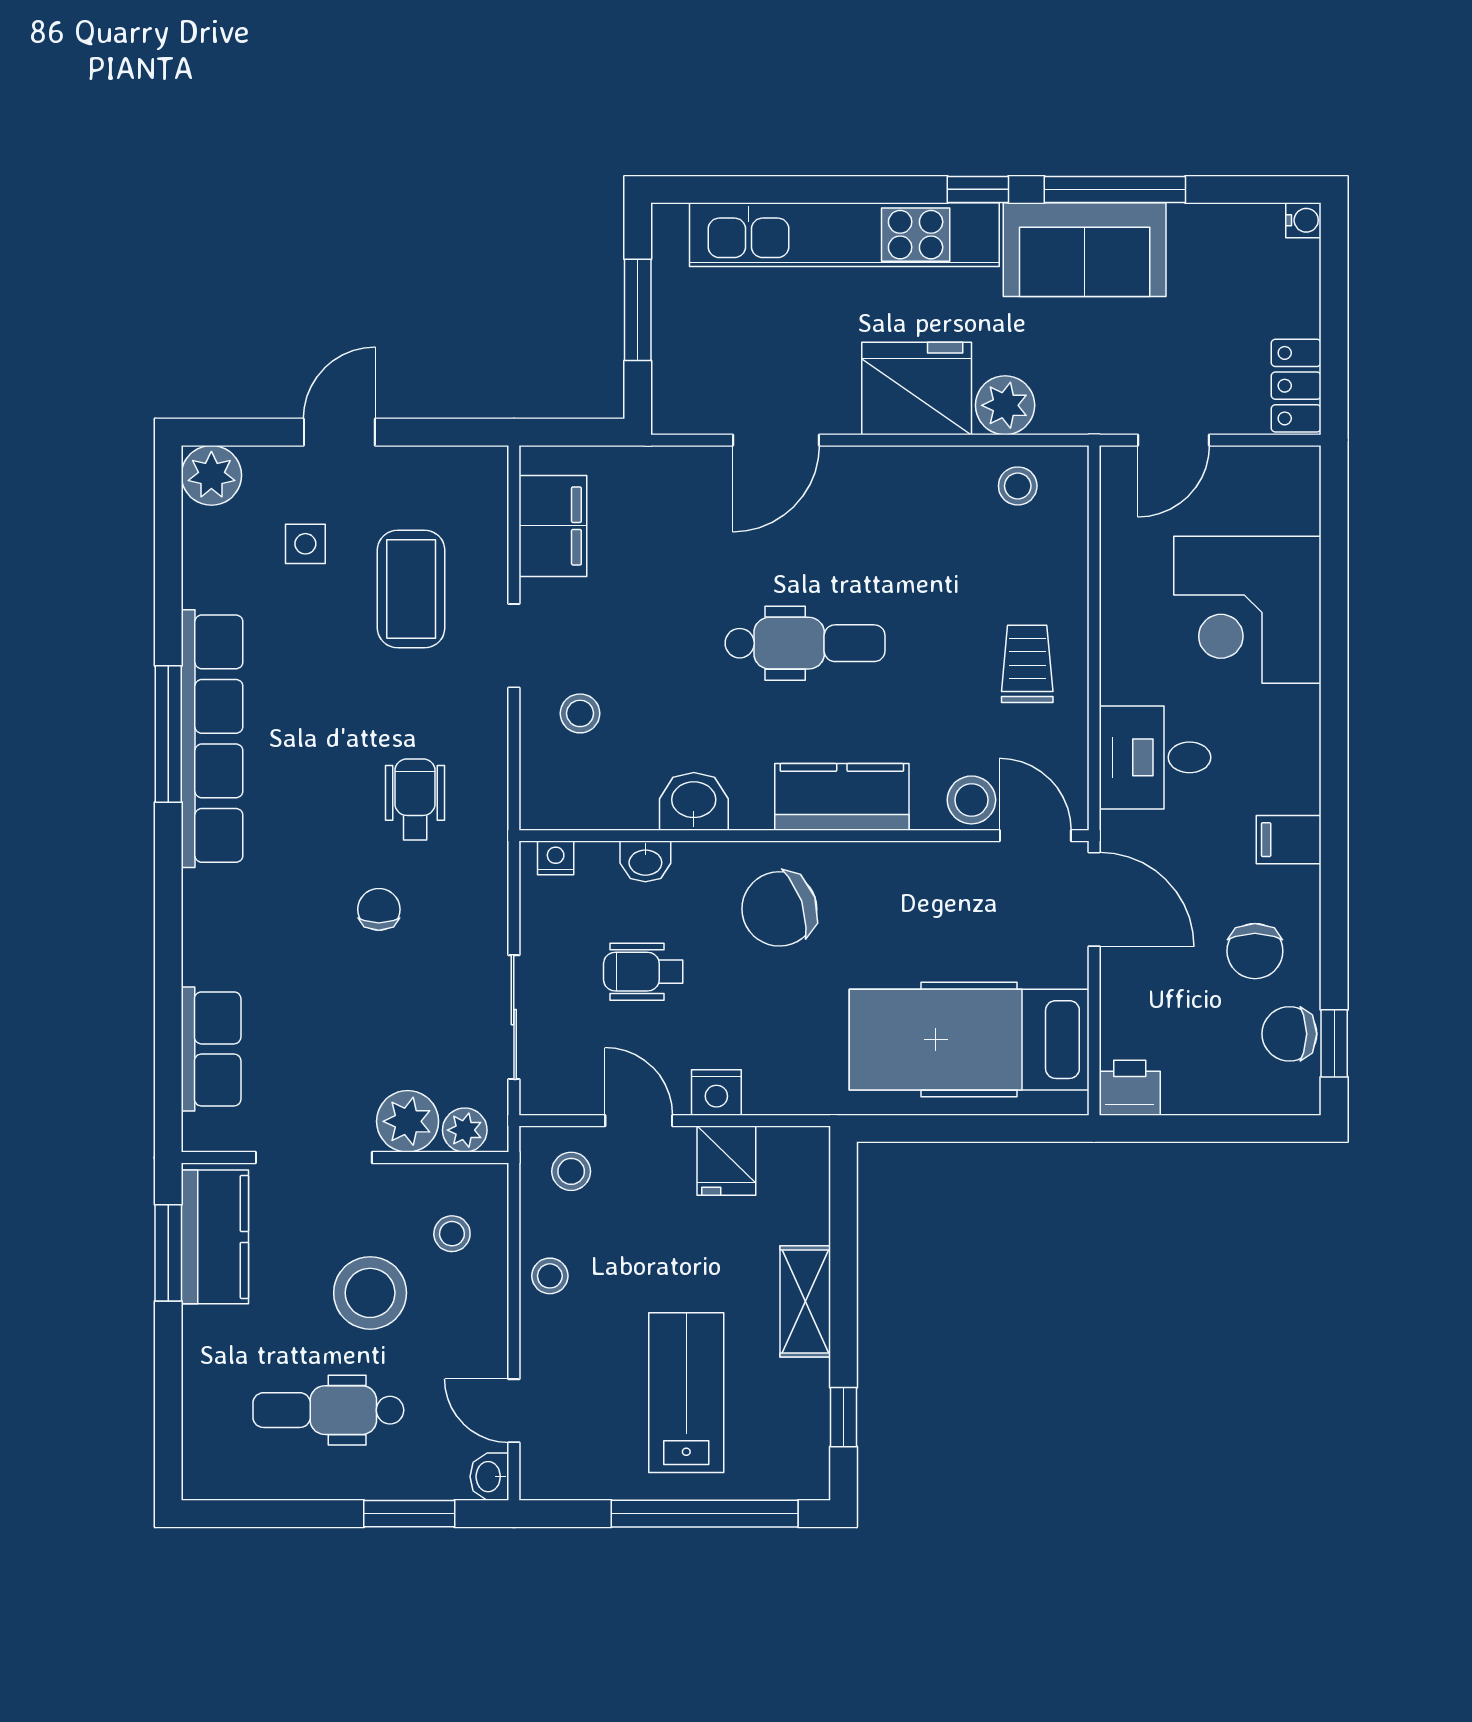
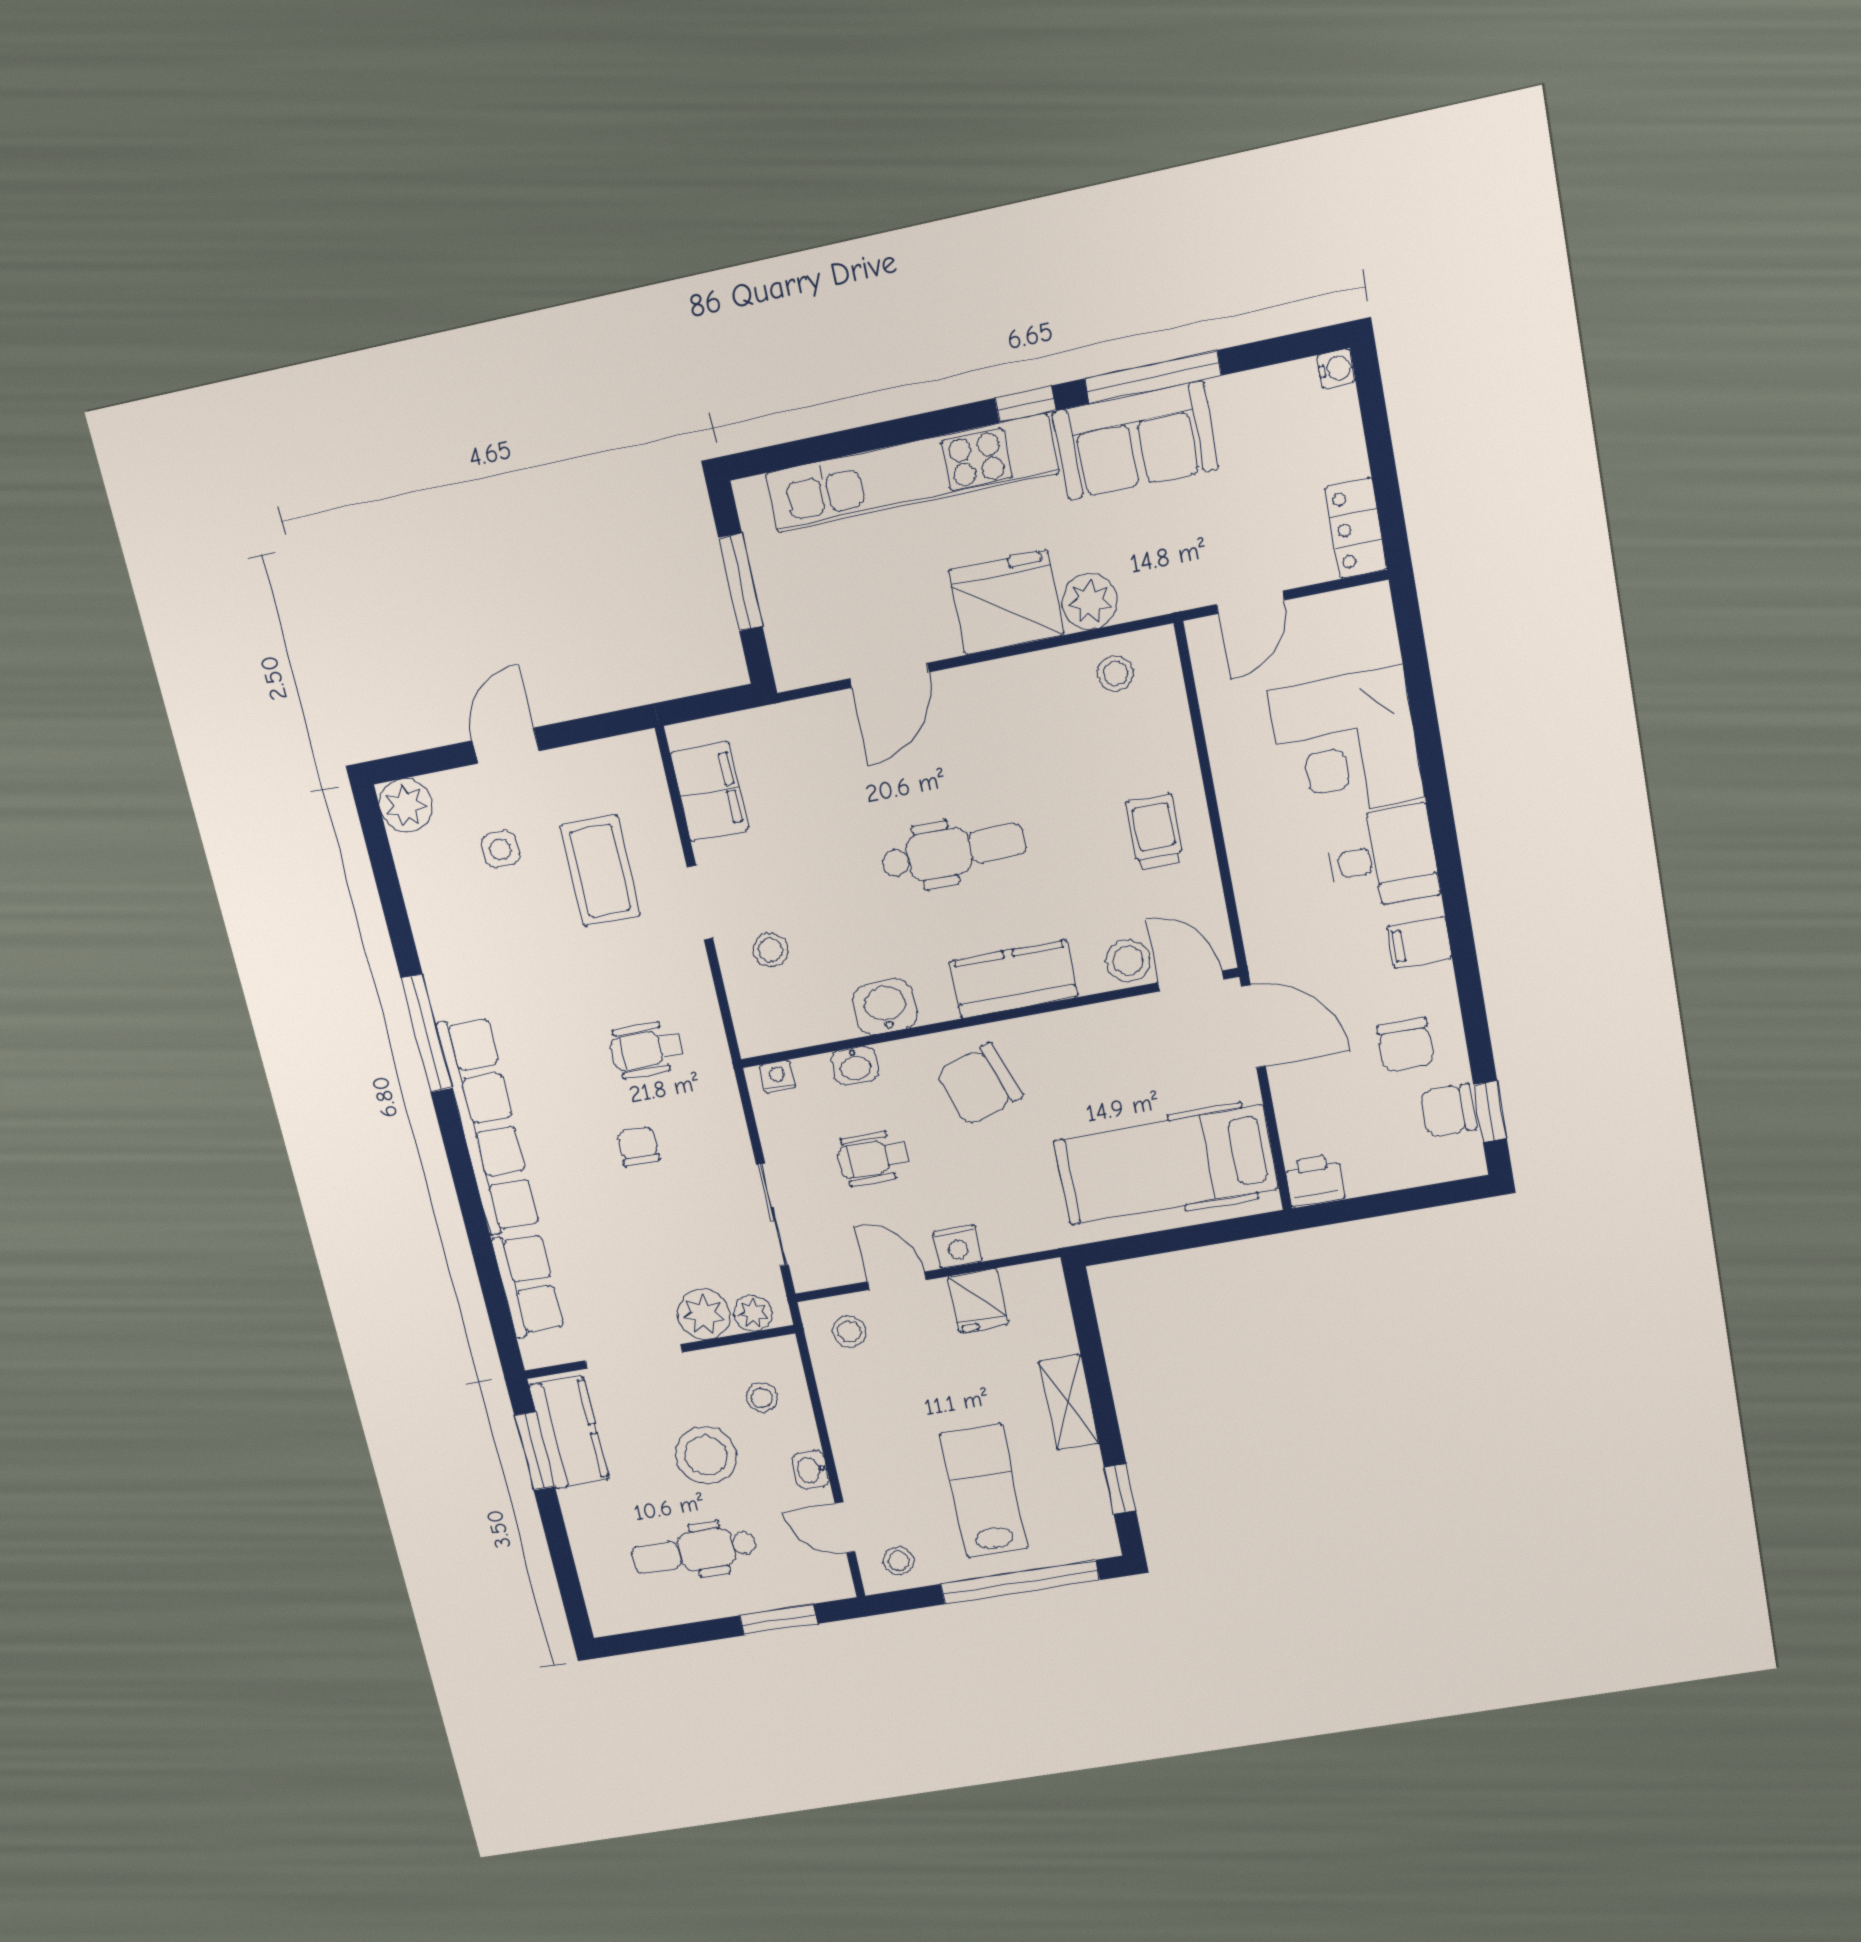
row of seats: (212, 739) -> (488, 1126), moved
desk: (1155, 757) -> (1383, 858), moved, turned 180
wheelchair: (415, 799) -> (647, 1049), turned -90
stool: (550, 1276) -> (899, 1561), moved
washbasin: (489, 1477) -> (811, 1470), moved

